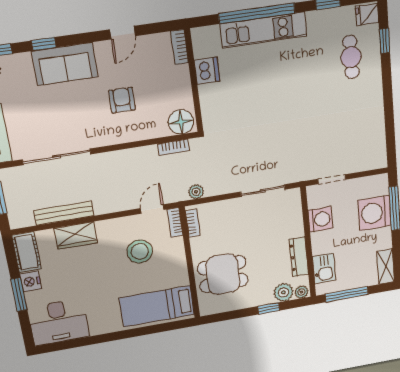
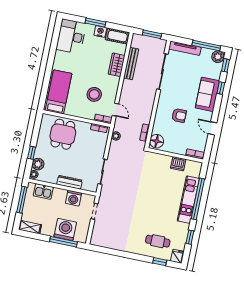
dresser: (299, 257) -> (70, 182), moved

